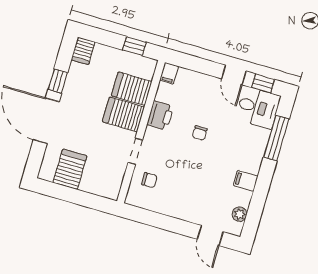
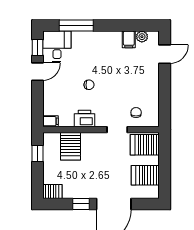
server rack: (123, 114) -> (145, 145), moved, turned 90
filing cabinet: (246, 181) -> (129, 39), moved

